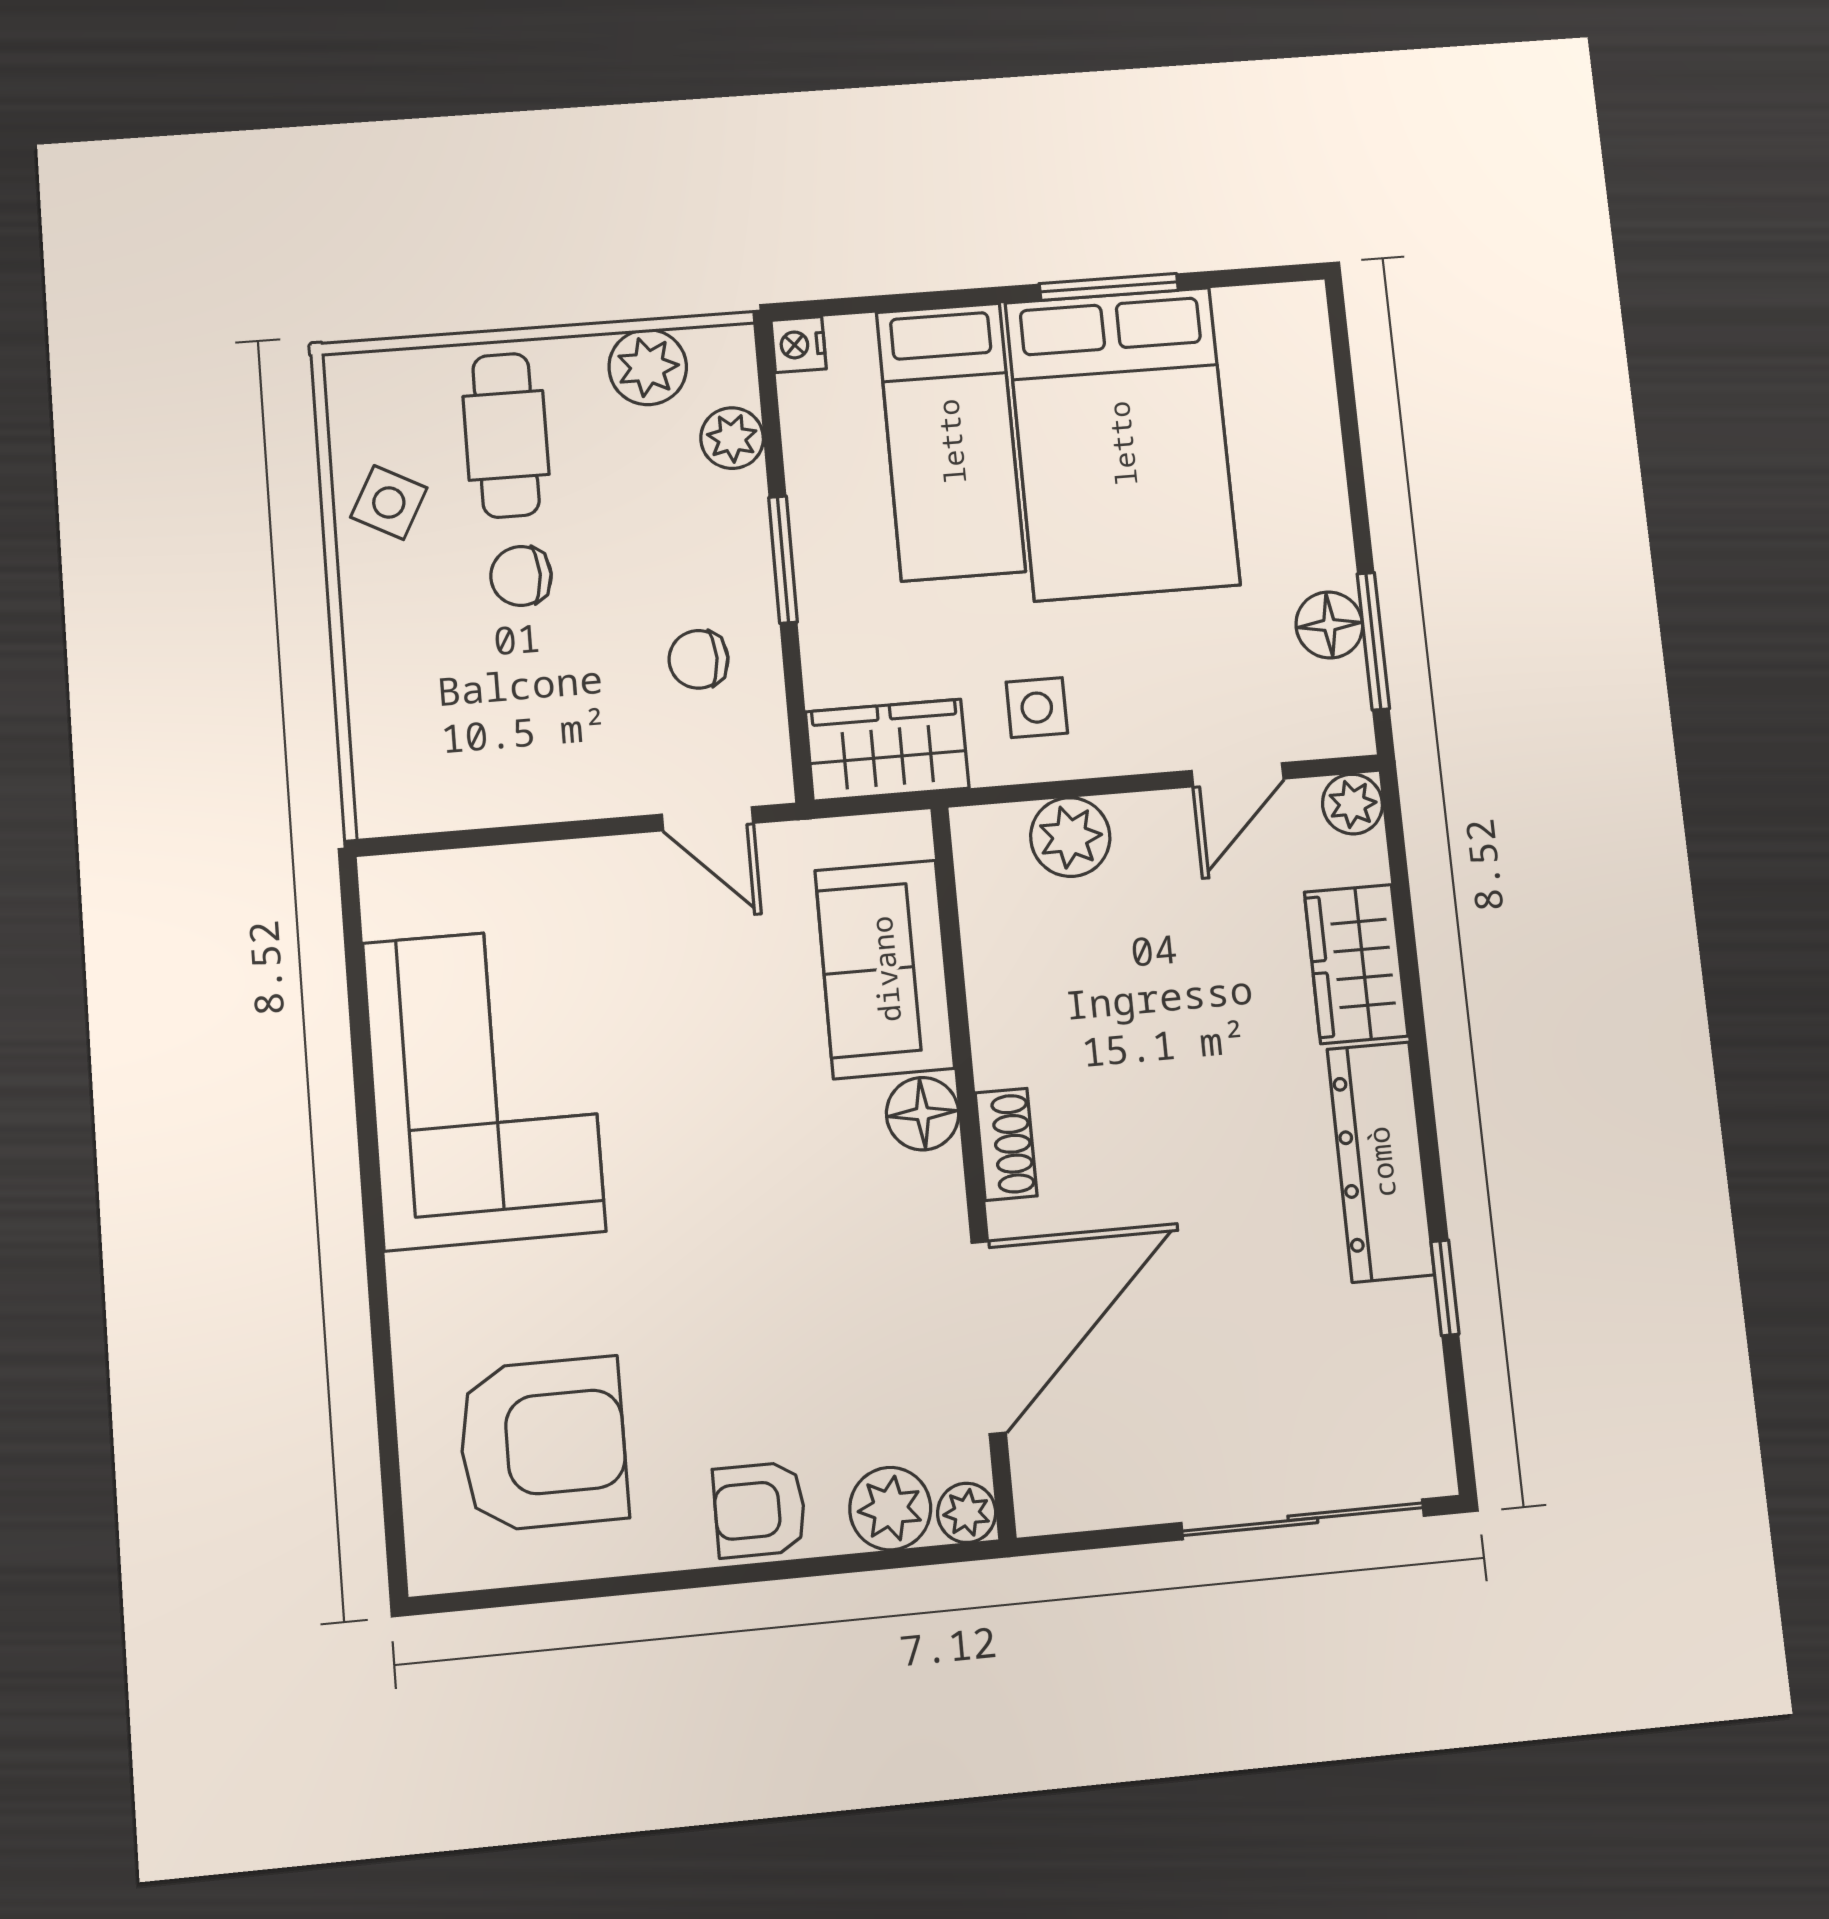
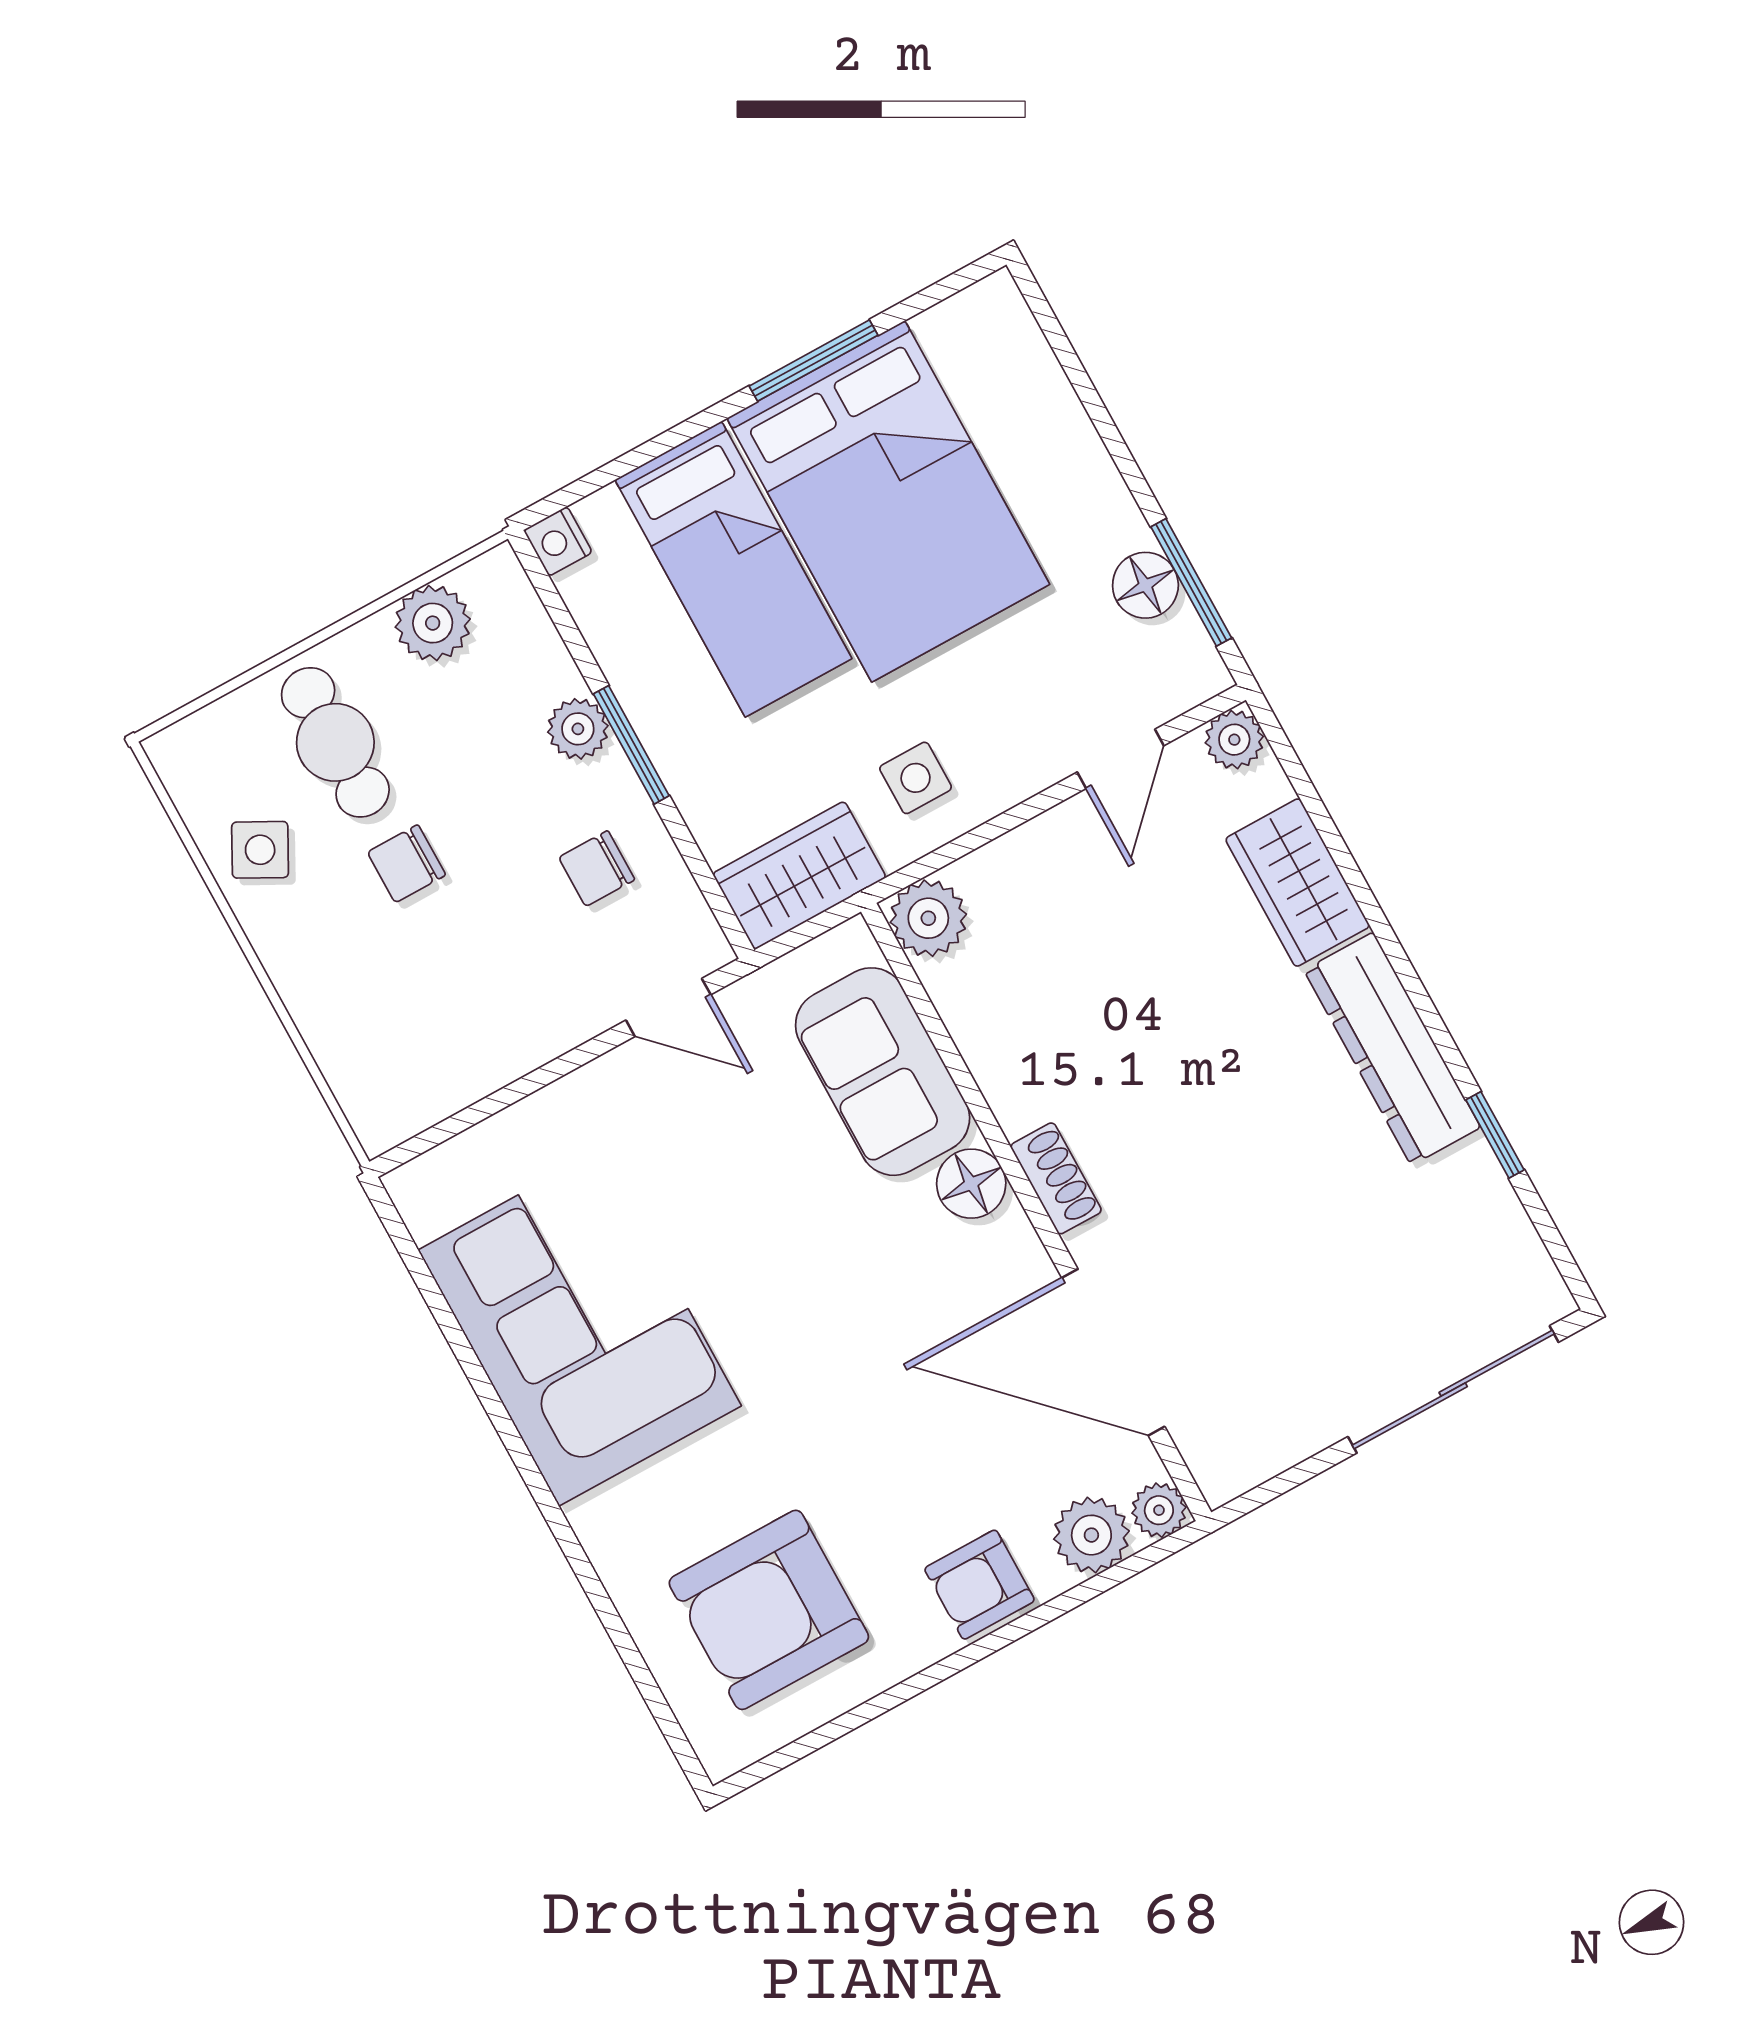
plant: (732, 438) -> (578, 729), moved
plant: (1070, 837) -> (928, 918), moved
door: (989, 1337) -> (1113, 1352), swing flipped
armchair: (543, 1444) -> (769, 1610), turned 180

